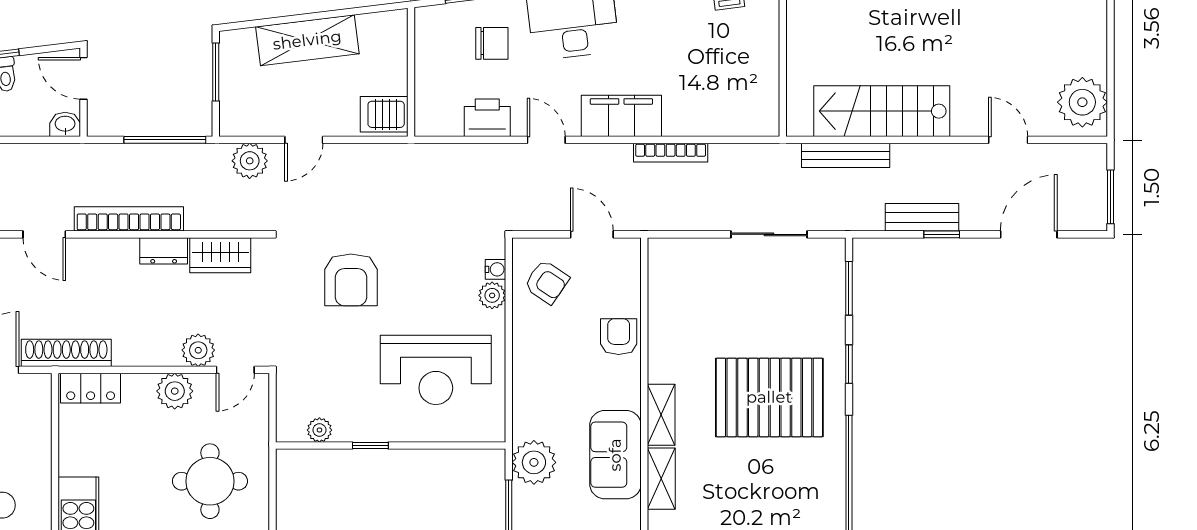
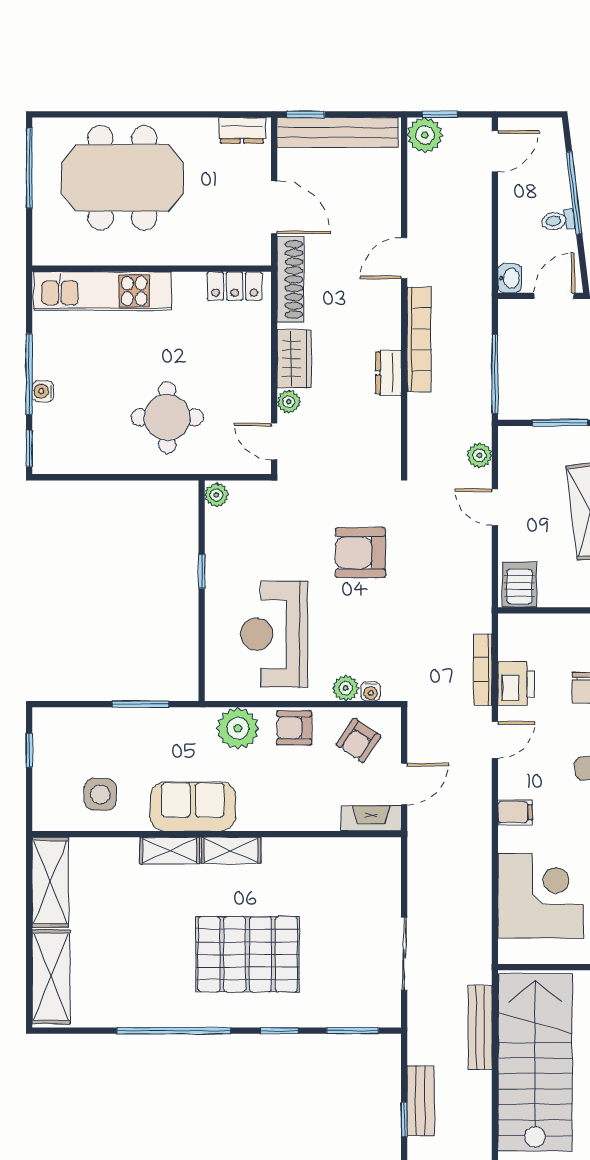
corner desk: (708, 92) -> (541, 896), added
stairs: (882, 111) -> (535, 1062), width x1.36, depth x1.51
filing cabinet: (621, 116) -> (515, 812), width x0.33, depth x0.86
bookcase: (671, 153) -> (483, 670), moved
plant: (250, 161) -> (479, 455), width x0.73, depth x0.73
wardrobe: (220, 255) -> (294, 359), moved, turned 180
fireplace: (628, 269) -> (371, 818), added
armchair: (619, 337) -> (294, 728), moved, turned 180
plant: (198, 350) -> (289, 402), width x0.73, depth x0.73
locker: (91, 388) -> (235, 286), moved, turned -90
plant: (175, 391) -> (254, 383), removed
pallet: (769, 397) -> (248, 954), turned 90
plant: (319, 430) -> (216, 495), moved
plant: (534, 462) -> (238, 728), moved

